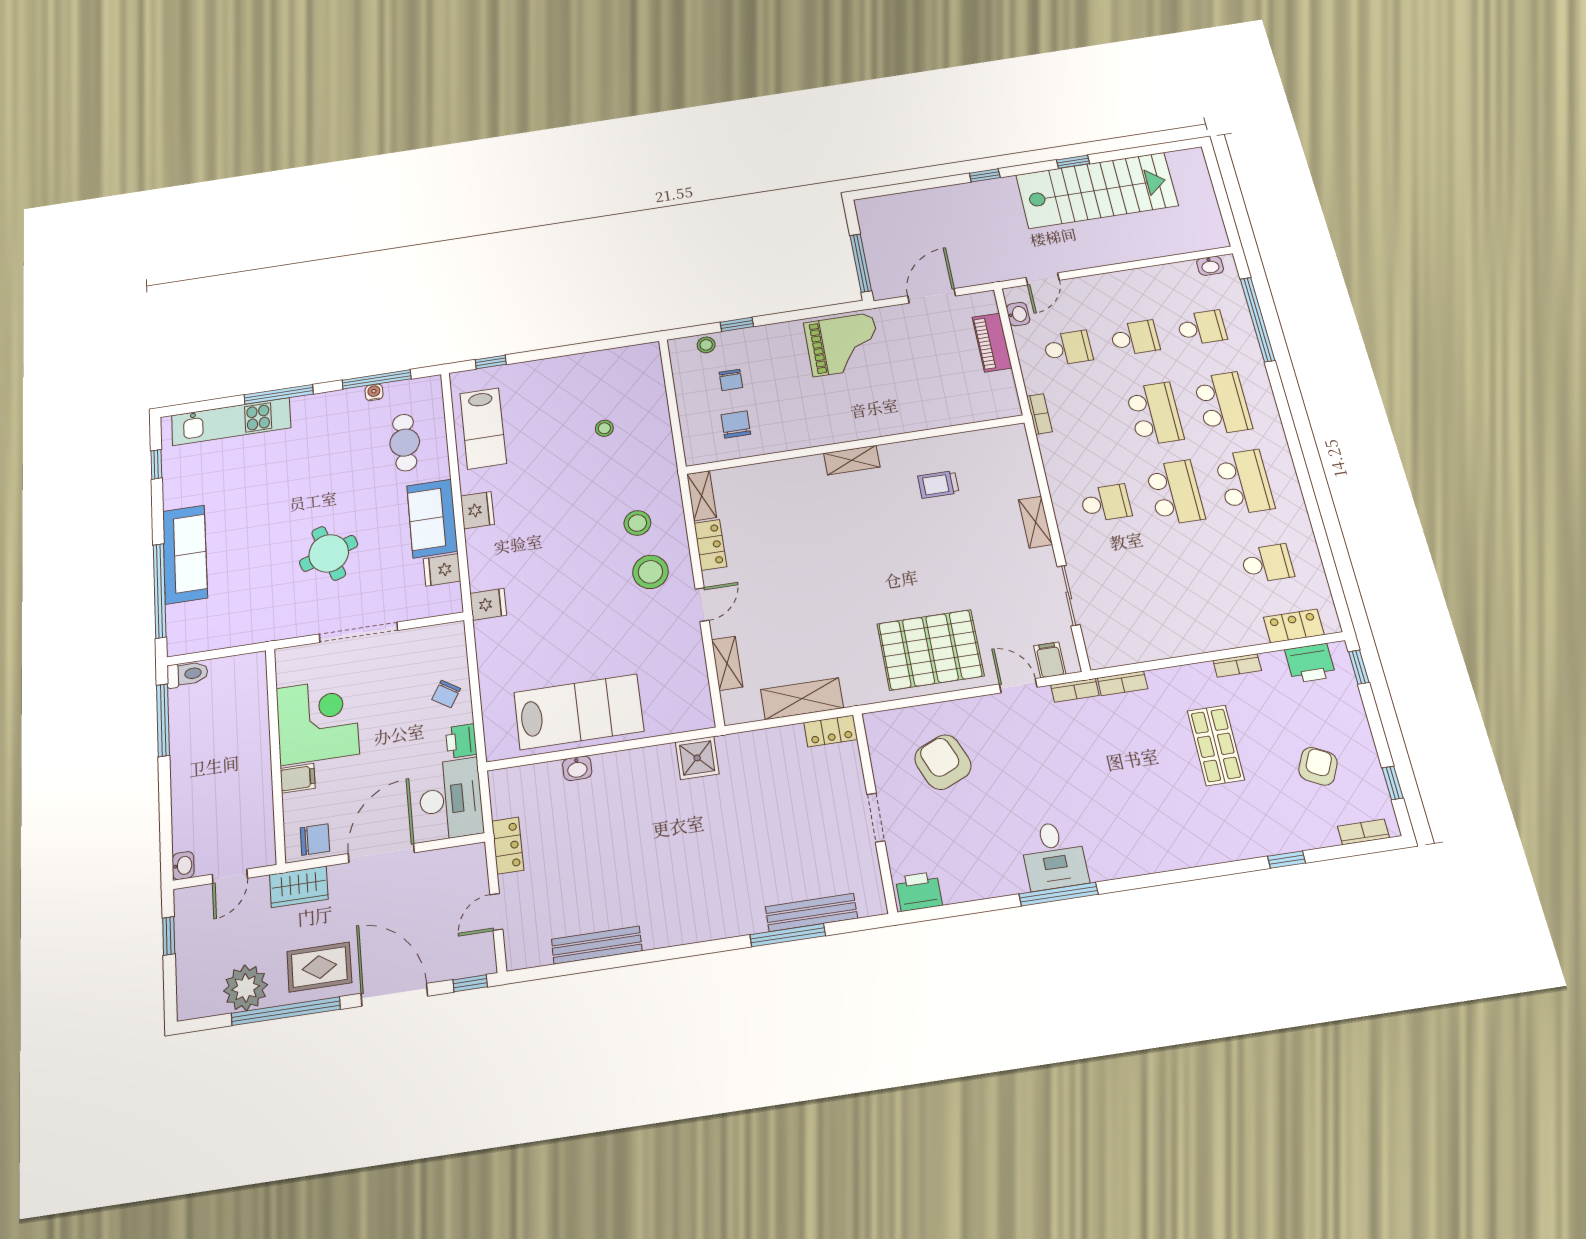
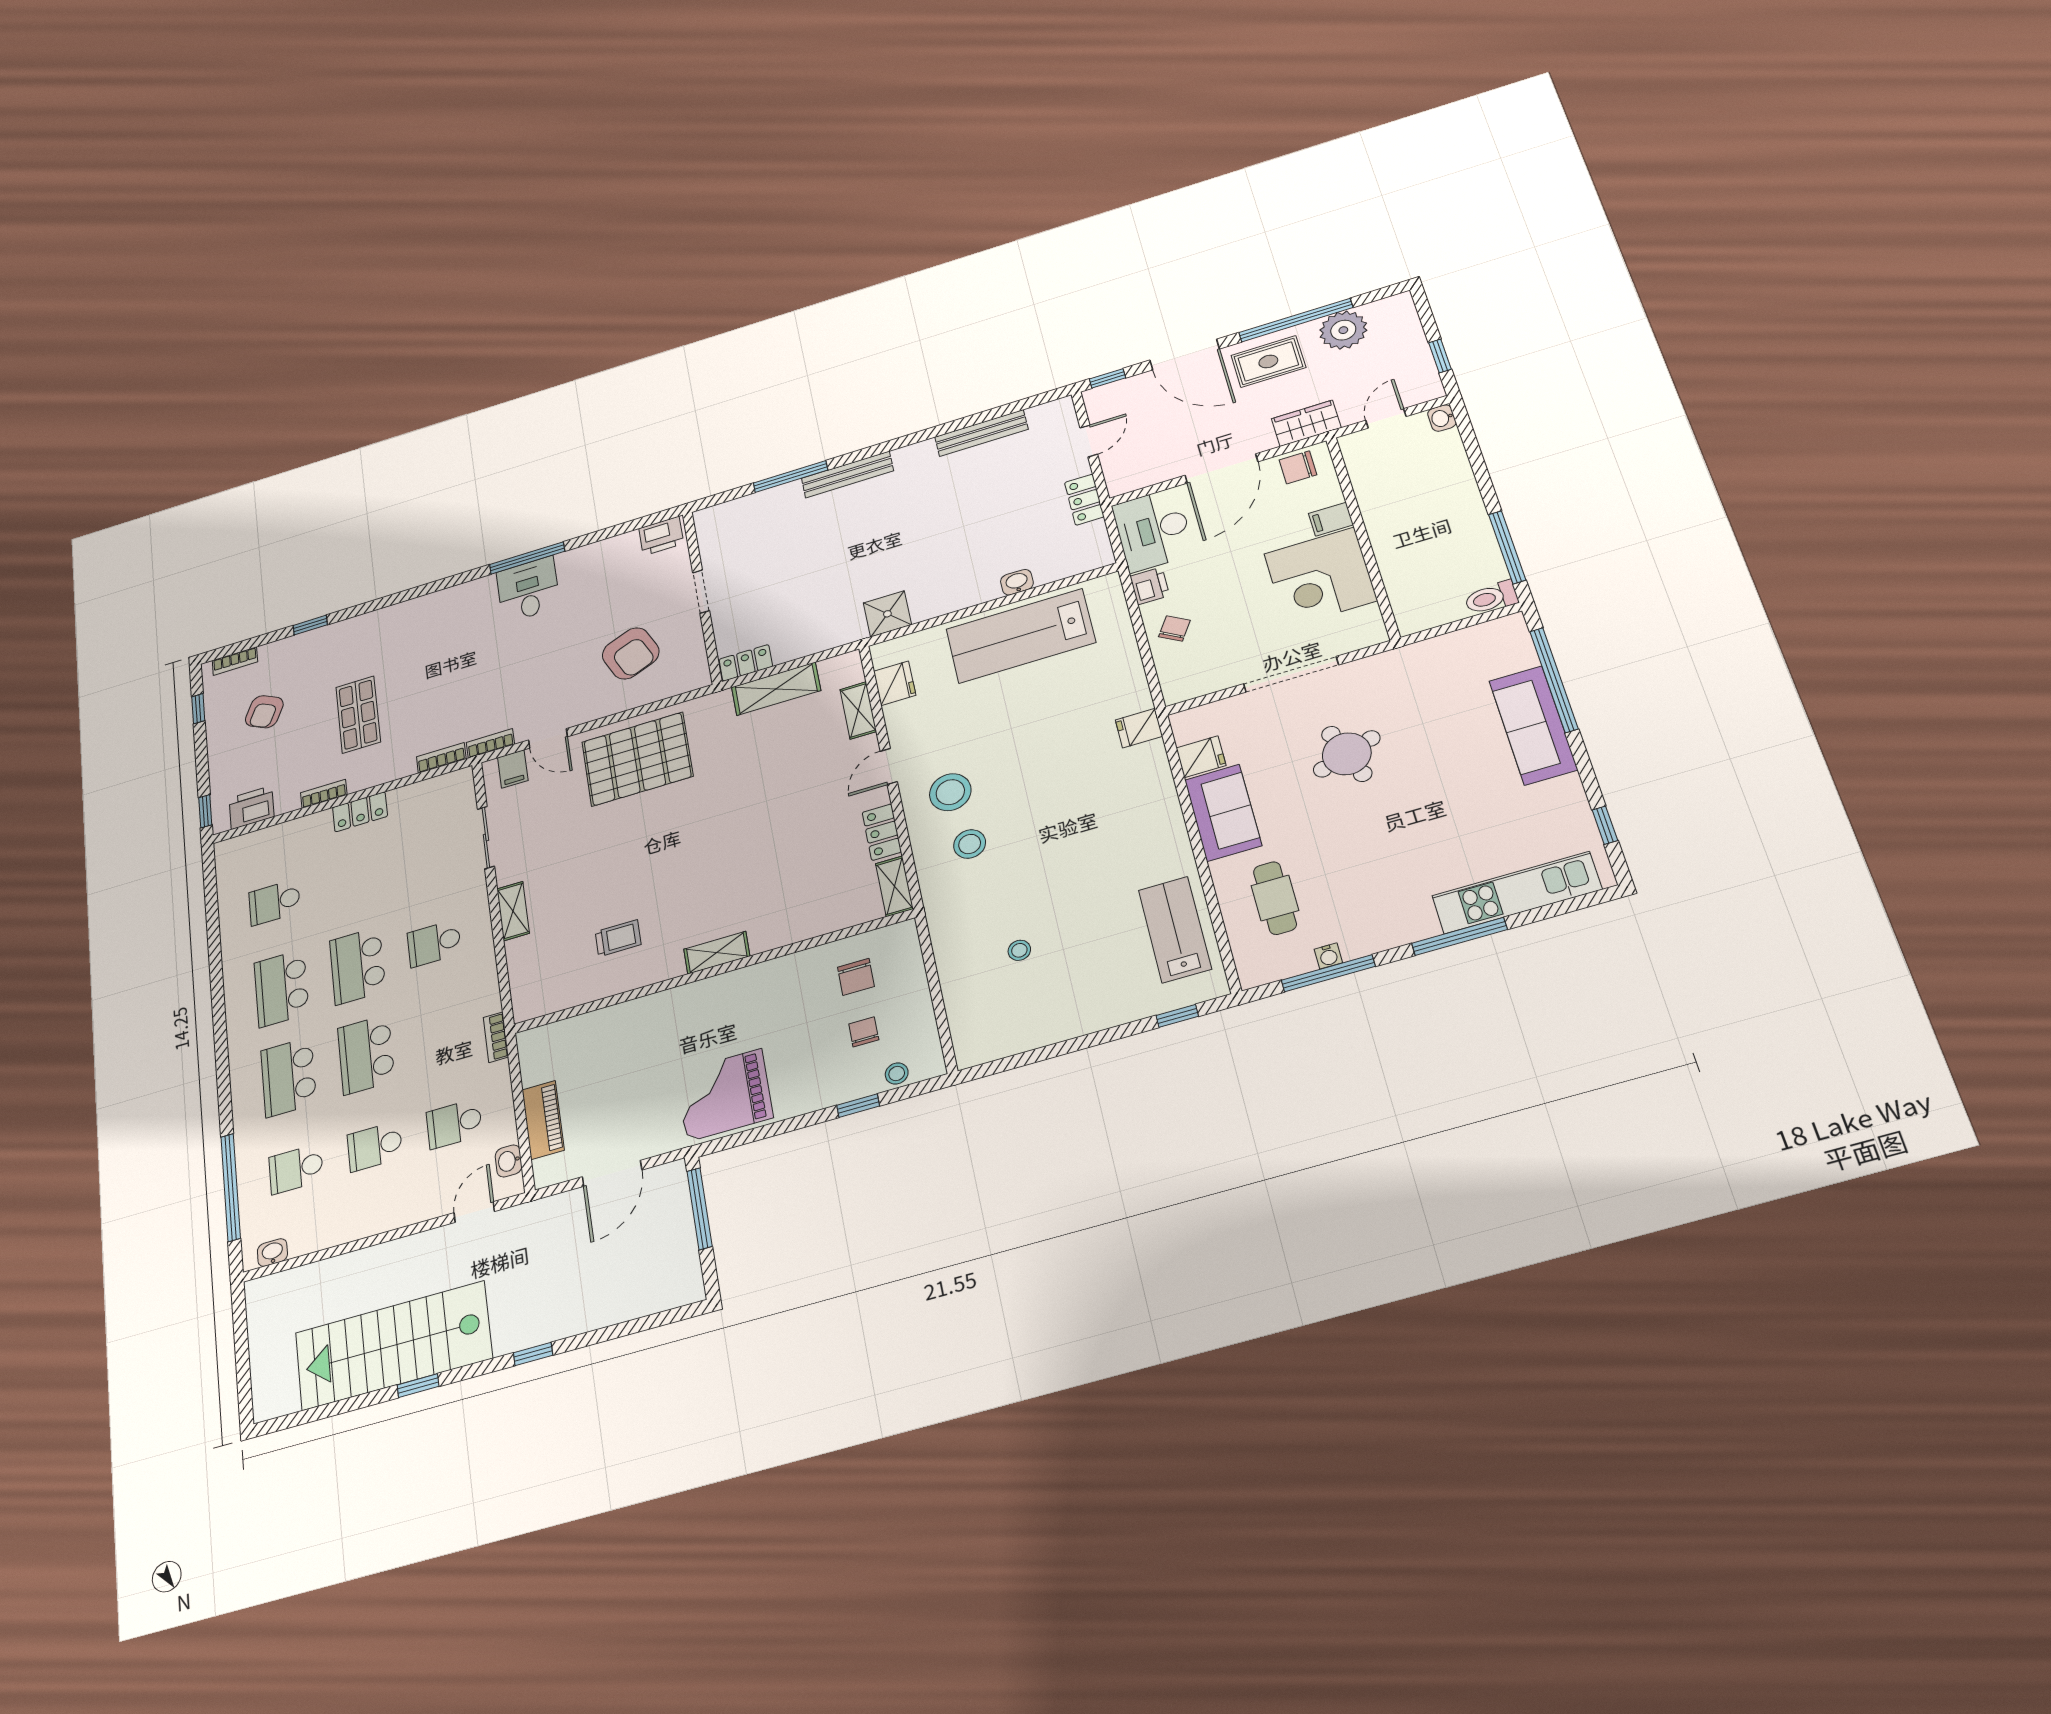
fridge: (477, 510) -> (895, 683), moved, turned 180
locker: (1294, 626) -> (360, 812), moved
bench: (811, 912) -> (847, 474), moved

